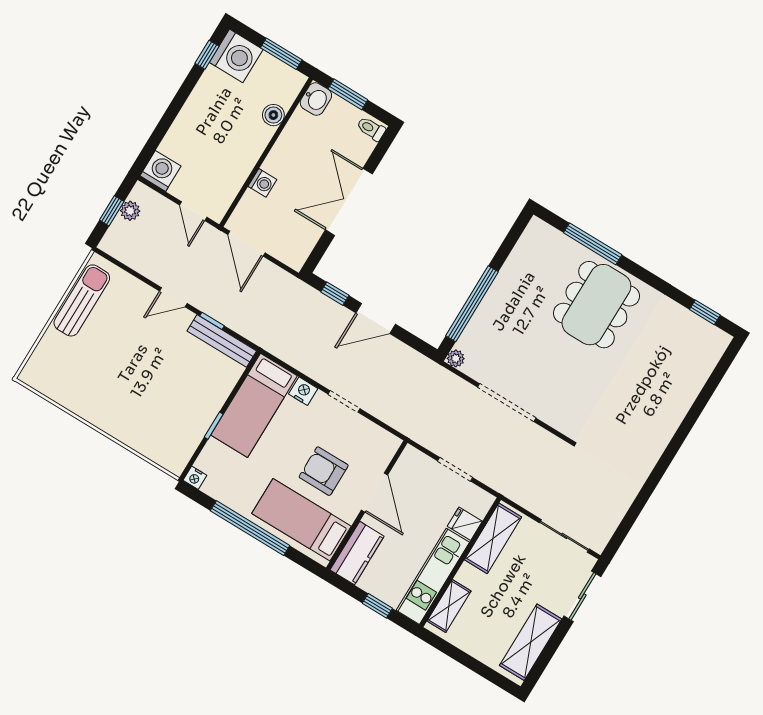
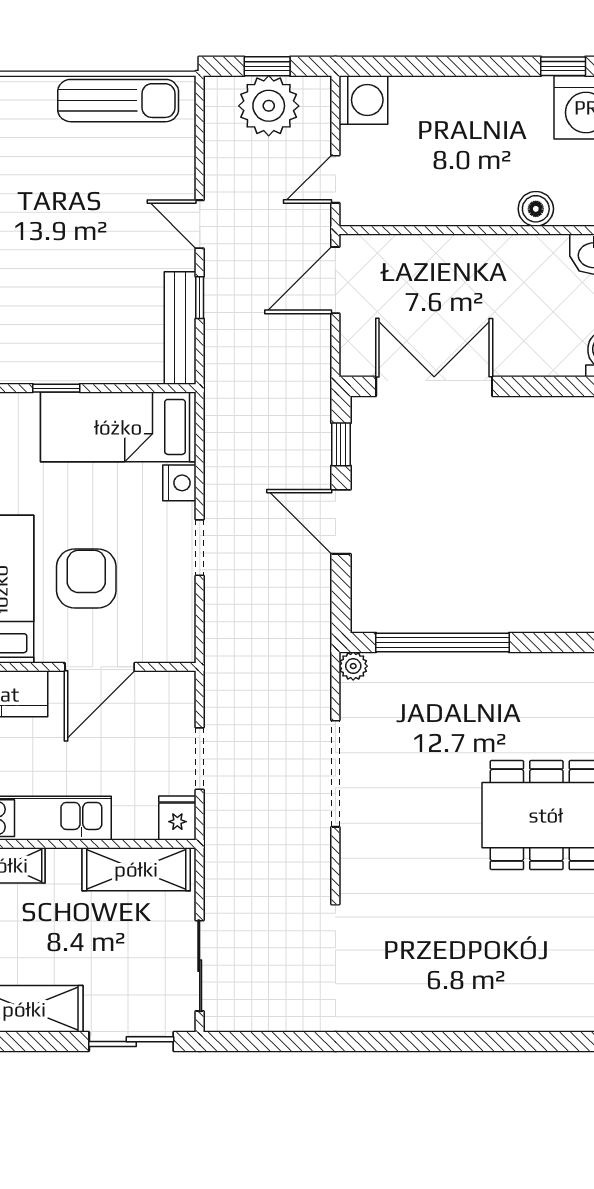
washing machine: (262, 183) -> (433, 251), removed
double door: (349, 202) -> (434, 386), moved
plant: (130, 211) -> (269, 106), width x1.88, depth x1.88
fridge: (465, 524) -> (177, 818), moved

